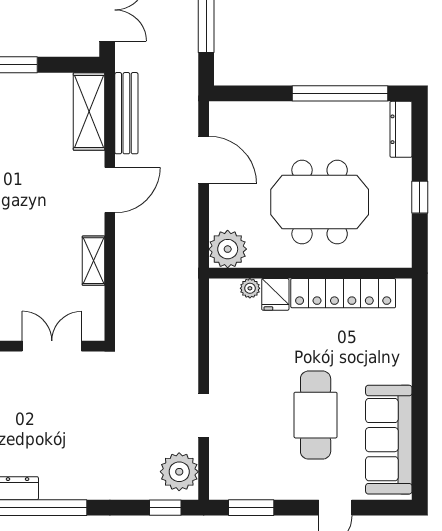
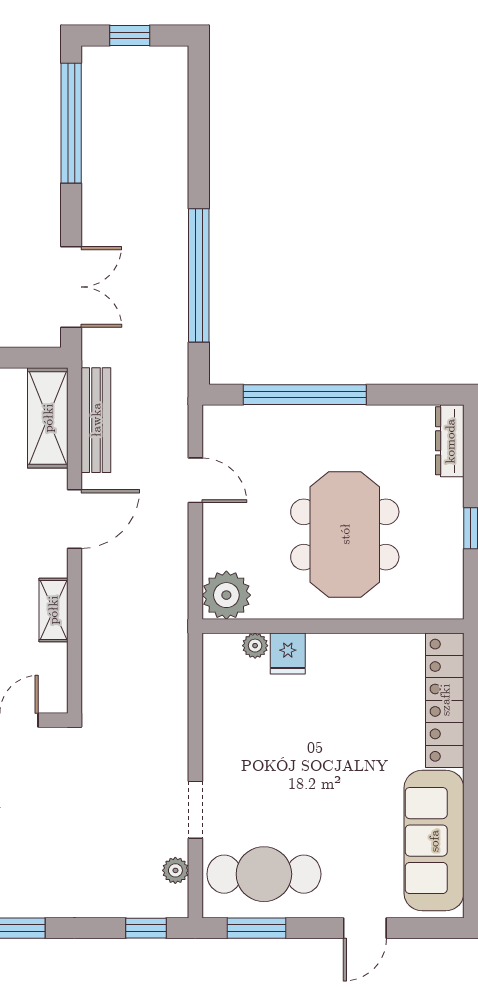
window: (340, 93) -> (305, 395), moved
door: (204, 160) -> (195, 480), width x0.73
meeting table: (320, 202) -> (345, 534), turned 90
locker: (343, 293) -> (445, 700), moved, turned 90
cafe table: (316, 415) -> (264, 874), moved, turned 90
plant: (179, 472) -> (175, 870), width x0.53, depth x0.53

